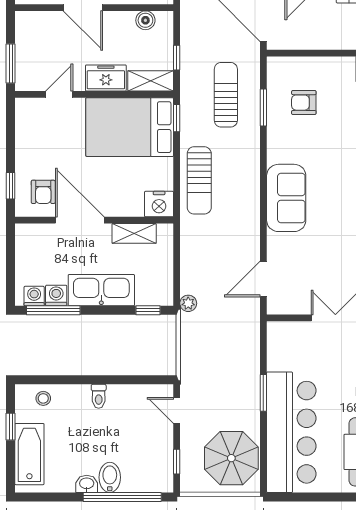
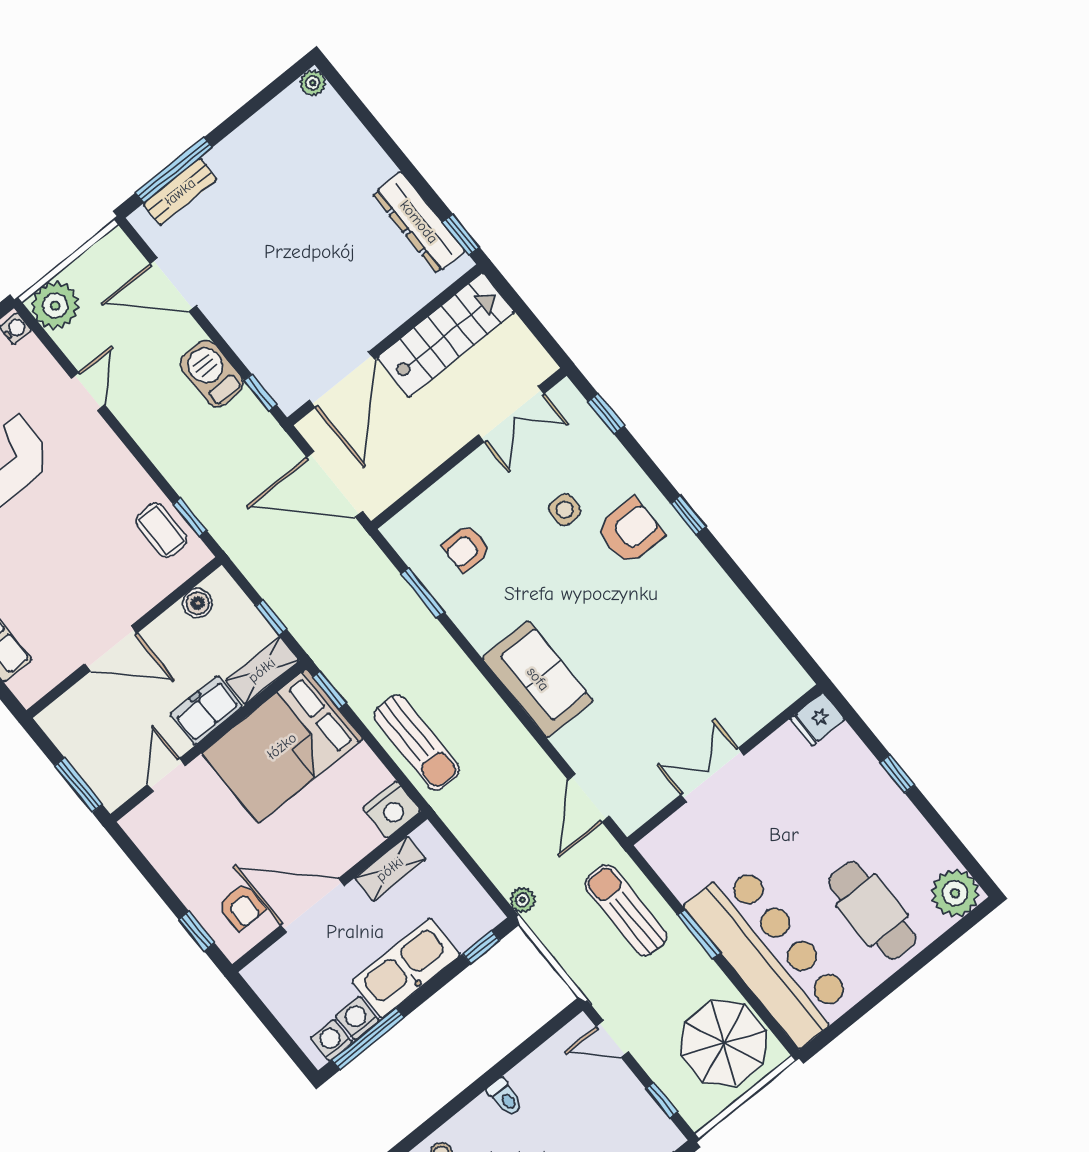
sun lounger: (226, 95) -> (626, 910), moved

